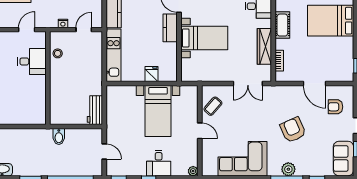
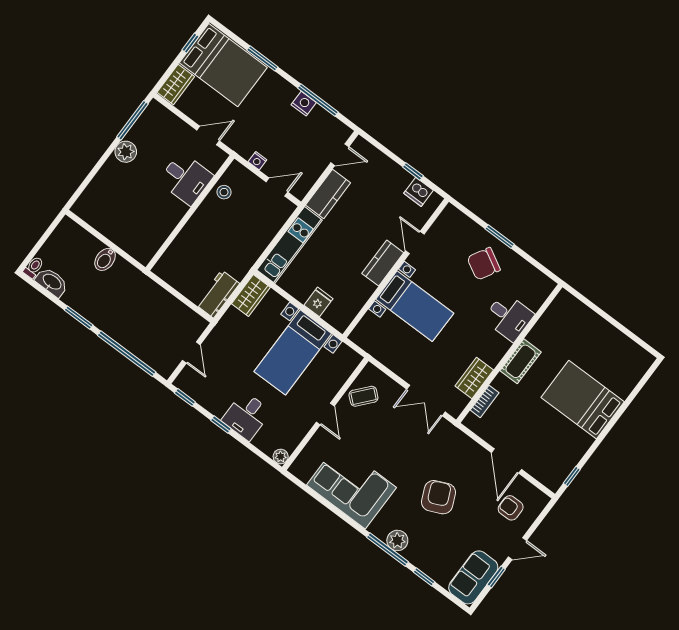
wardrobe: (264, 46) -> (474, 378), width x0.67
wardrobe: (113, 98) -> (251, 296), added
bidet: (59, 137) -> (105, 259), moved

